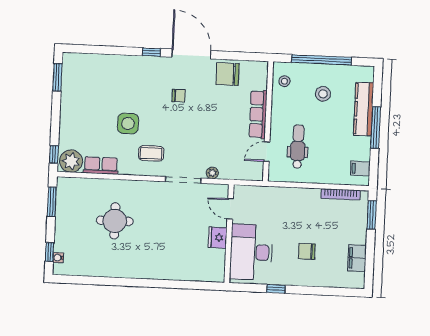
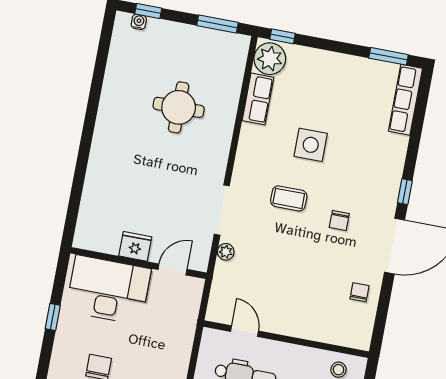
chair: (227, 74) -> (360, 292), width x0.54, depth x0.54
row of seats: (258, 114) -> (405, 100), moved, turned -90
coffee table: (151, 153) -> (289, 198), moved, turned 90

